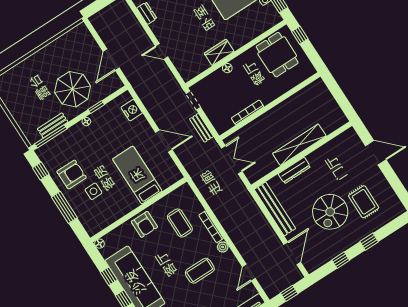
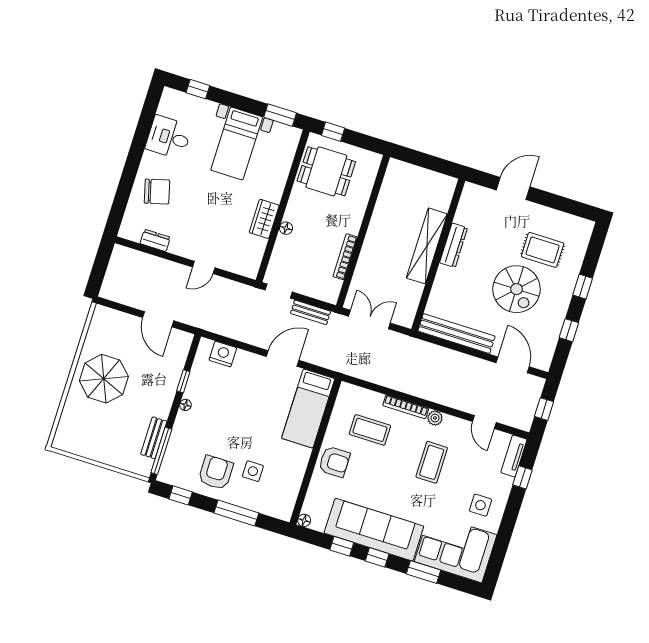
parasol: (73, 89) -> (104, 379), moved
dresser: (294, 170) -> (454, 245), moved
bed: (137, 175) -> (308, 409), moved, turned -90

